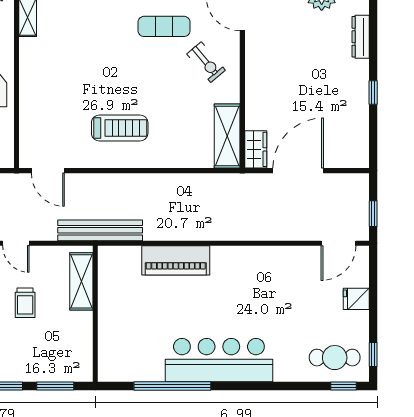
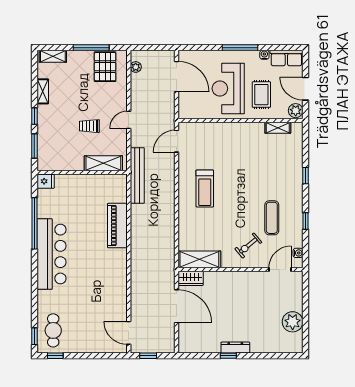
dresser: (361, 37) -> (235, 348), moved
fridge: (356, 299) -> (46, 181), moved, turned 90

